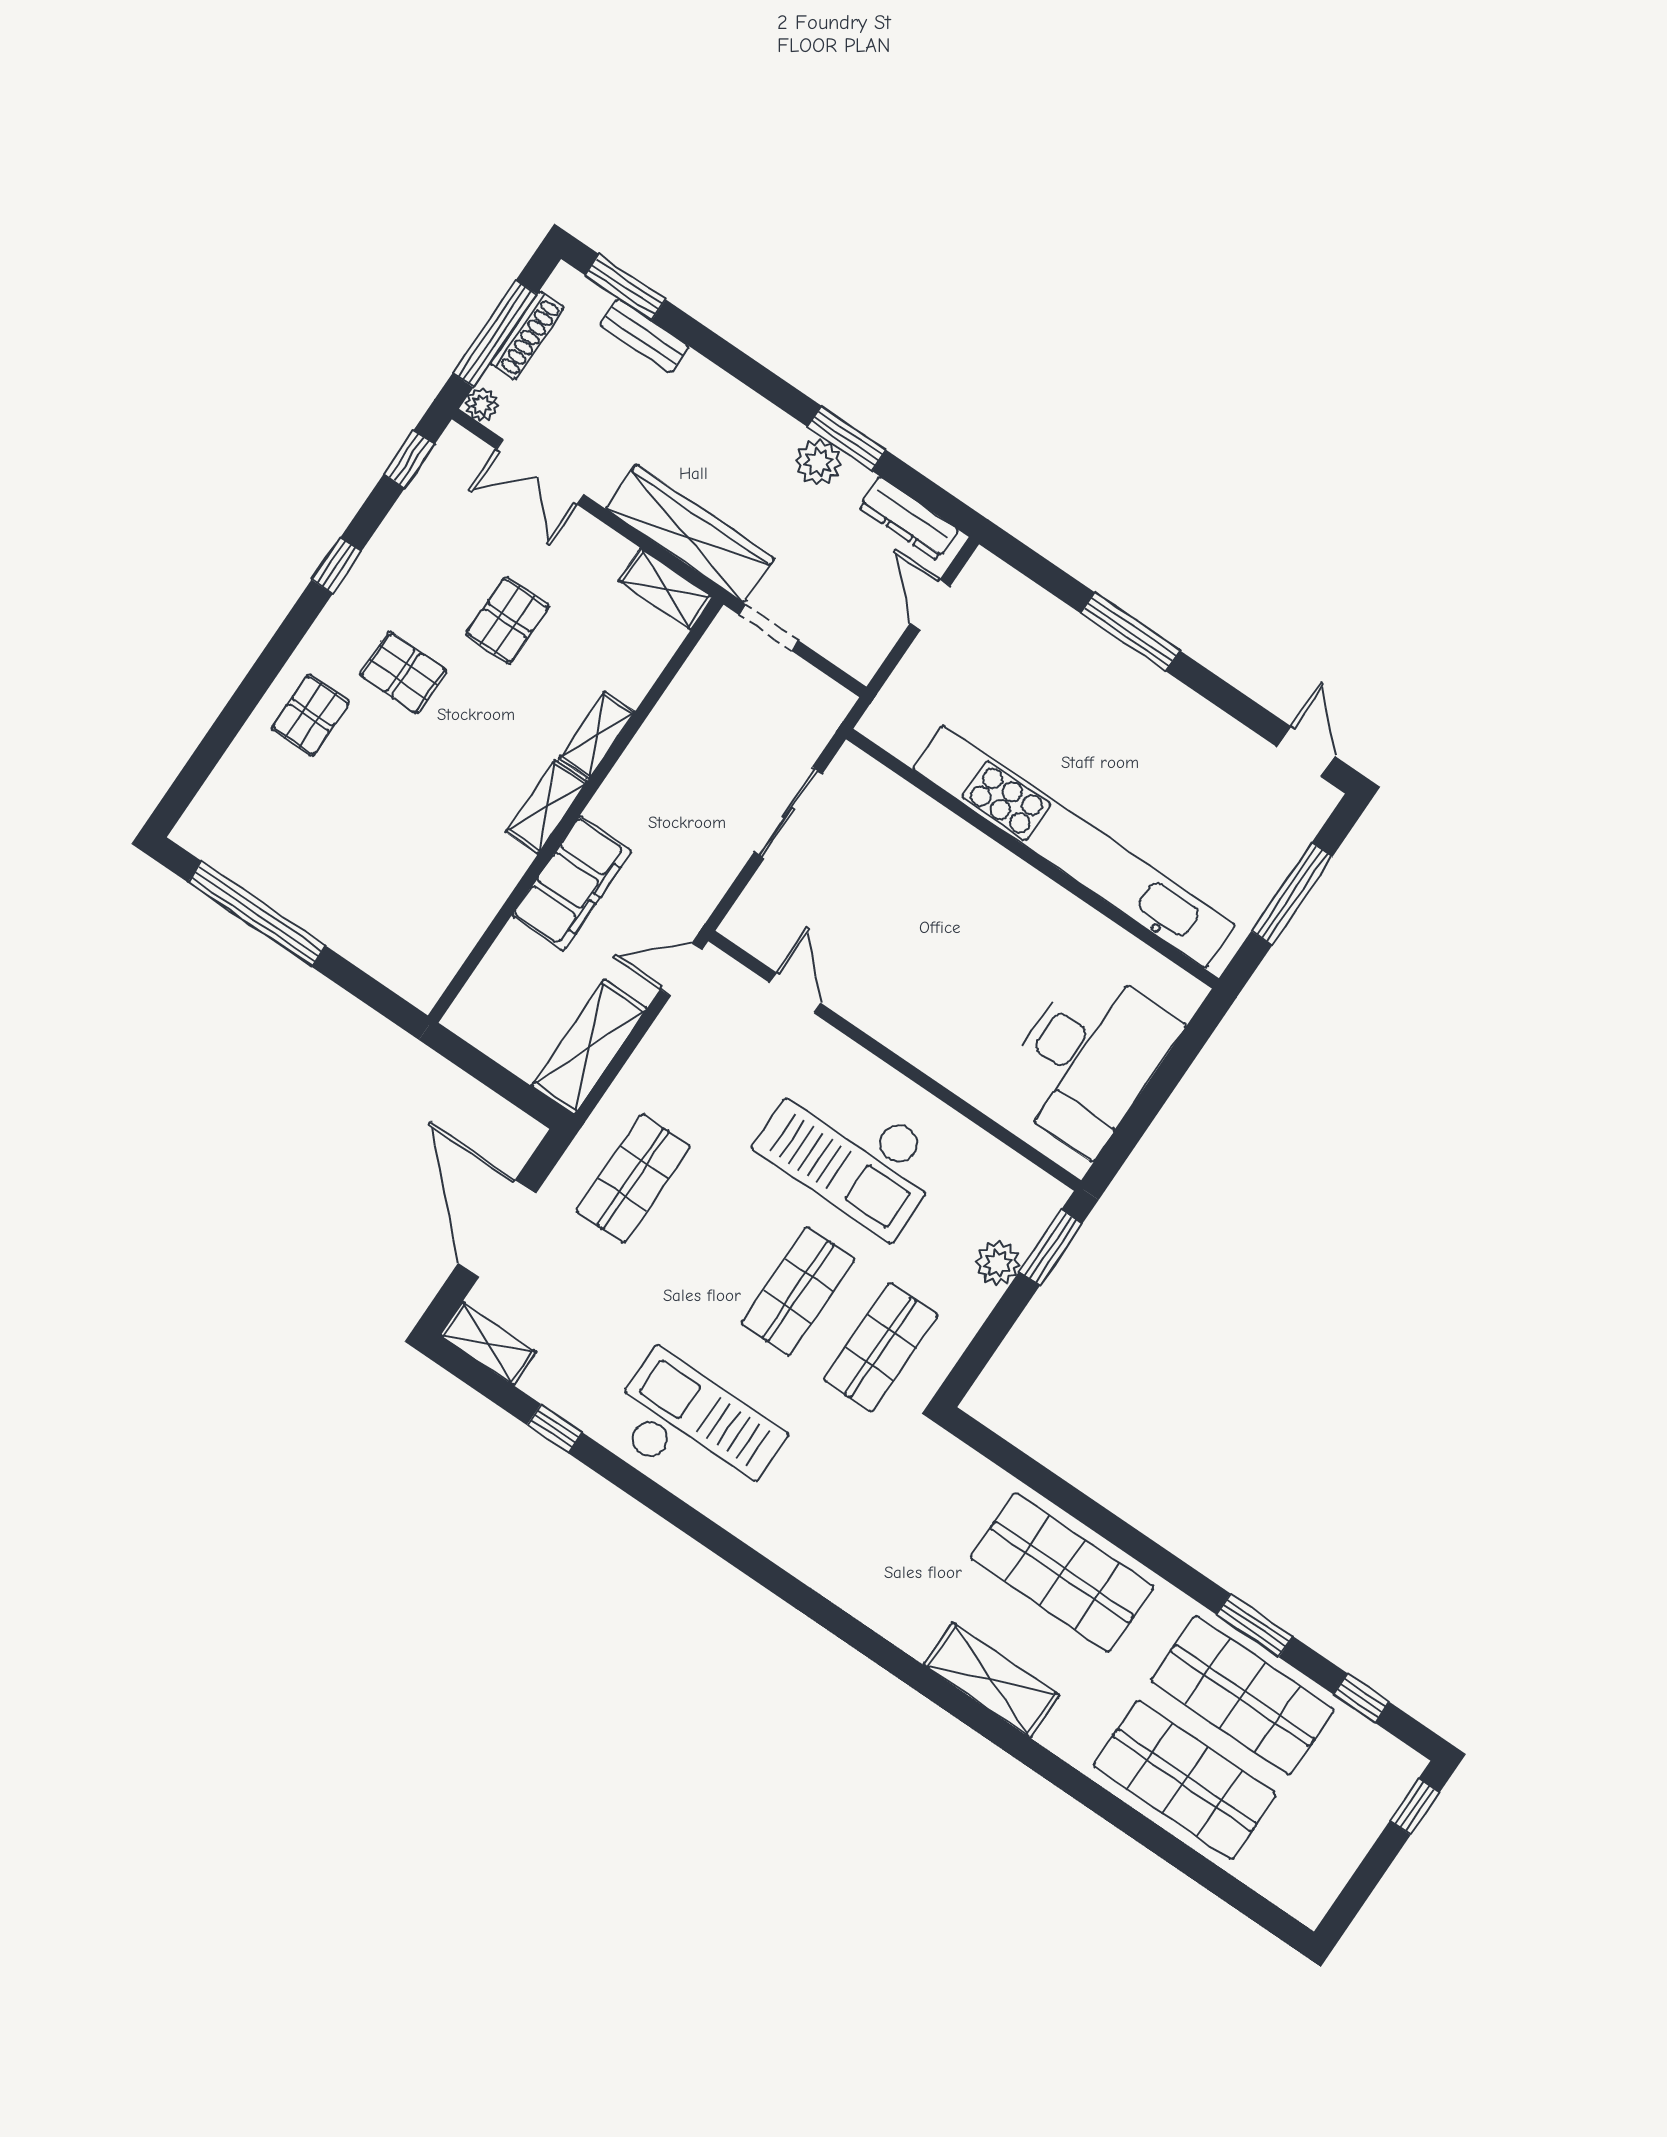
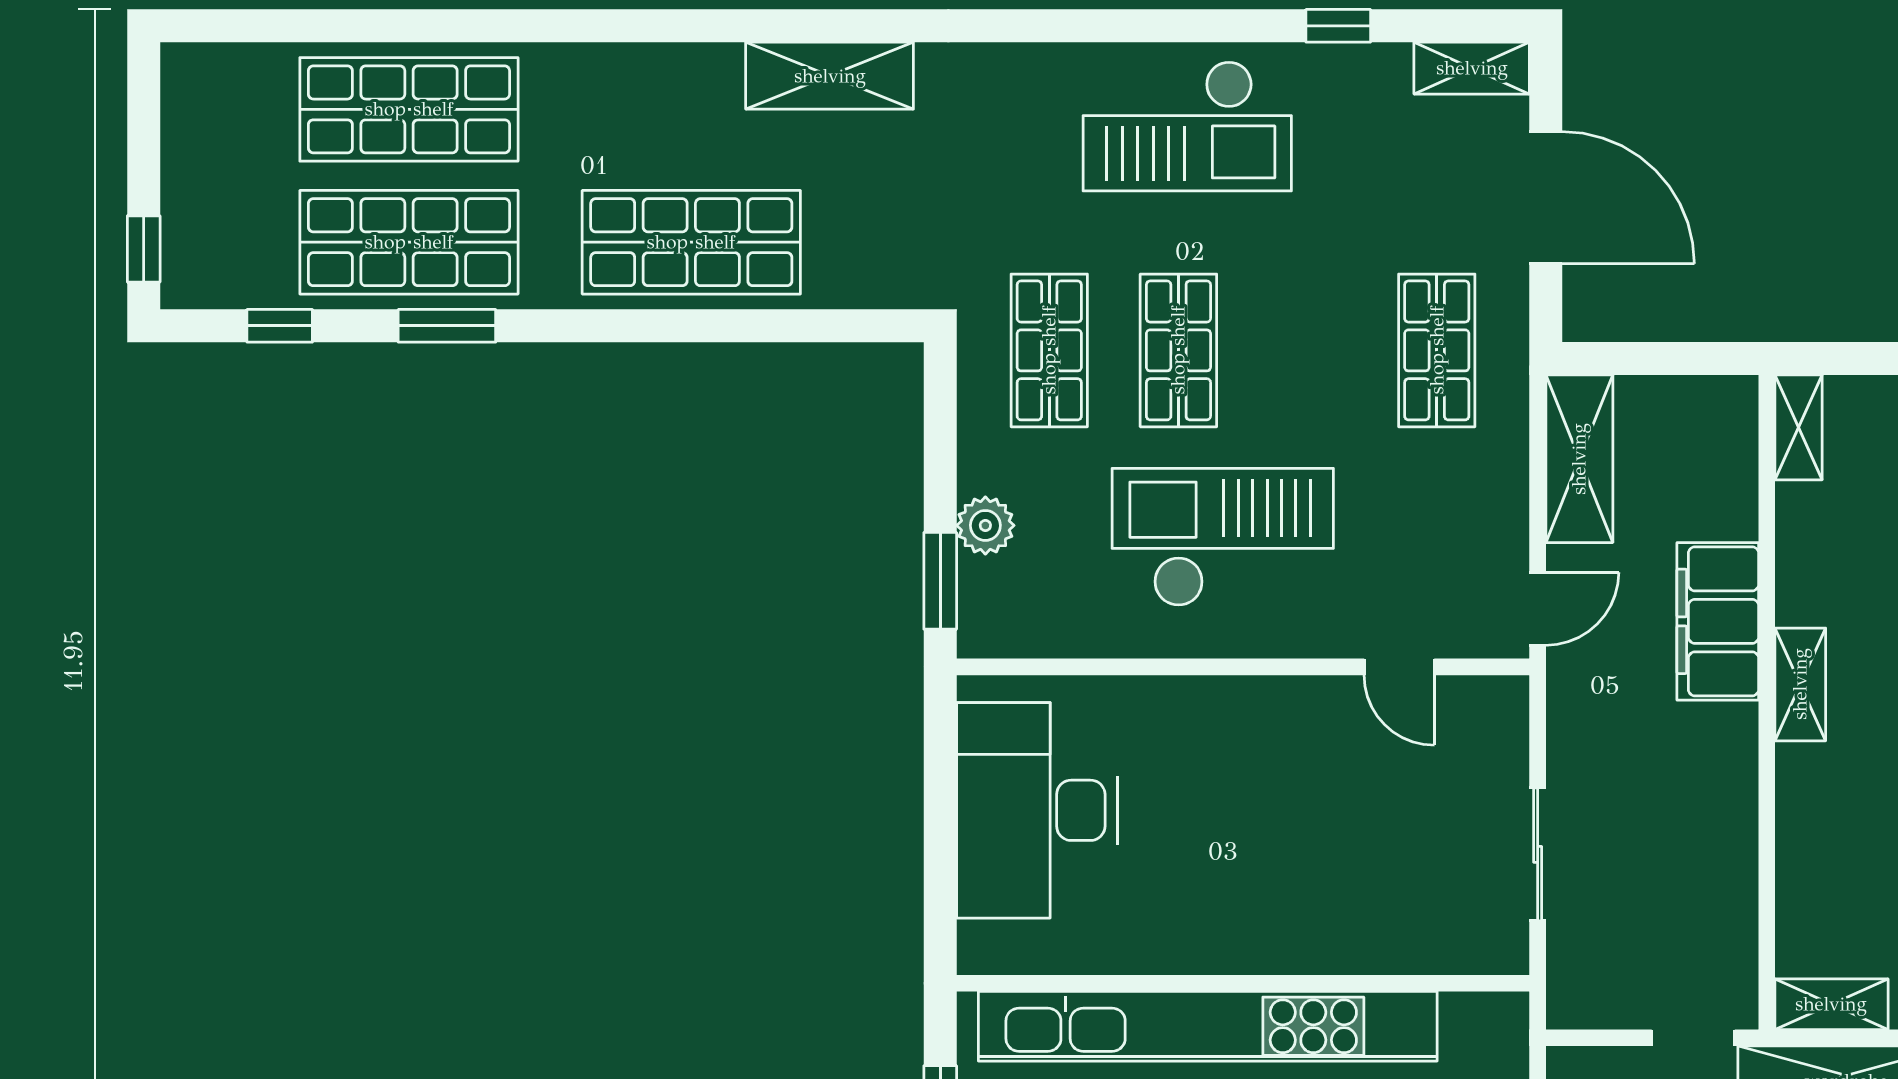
shelving: (597, 735) -> (1799, 427), moved
shelving: (992, 1680) -> (830, 76), moved

